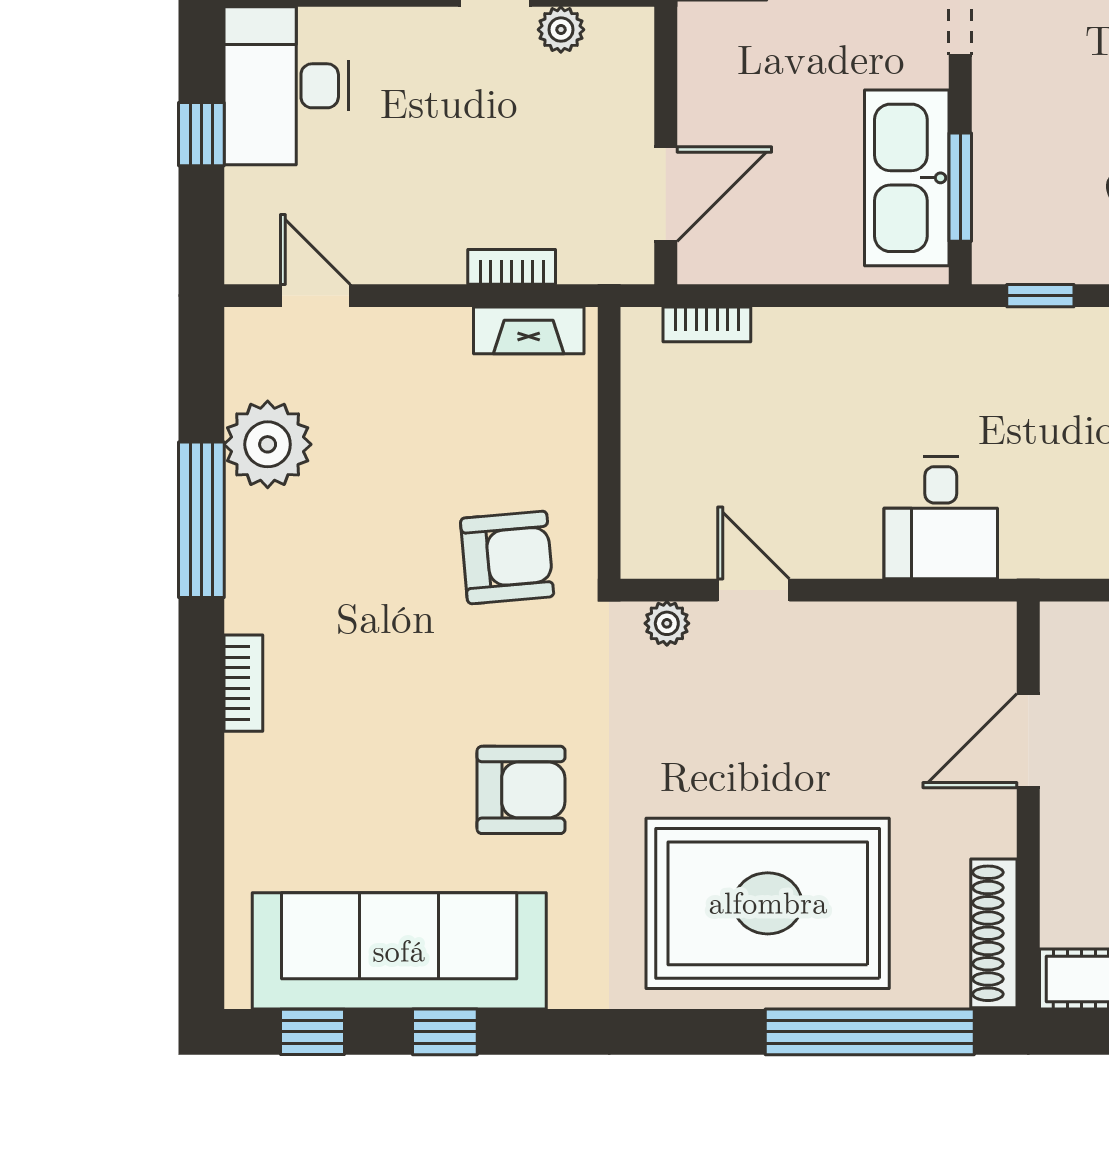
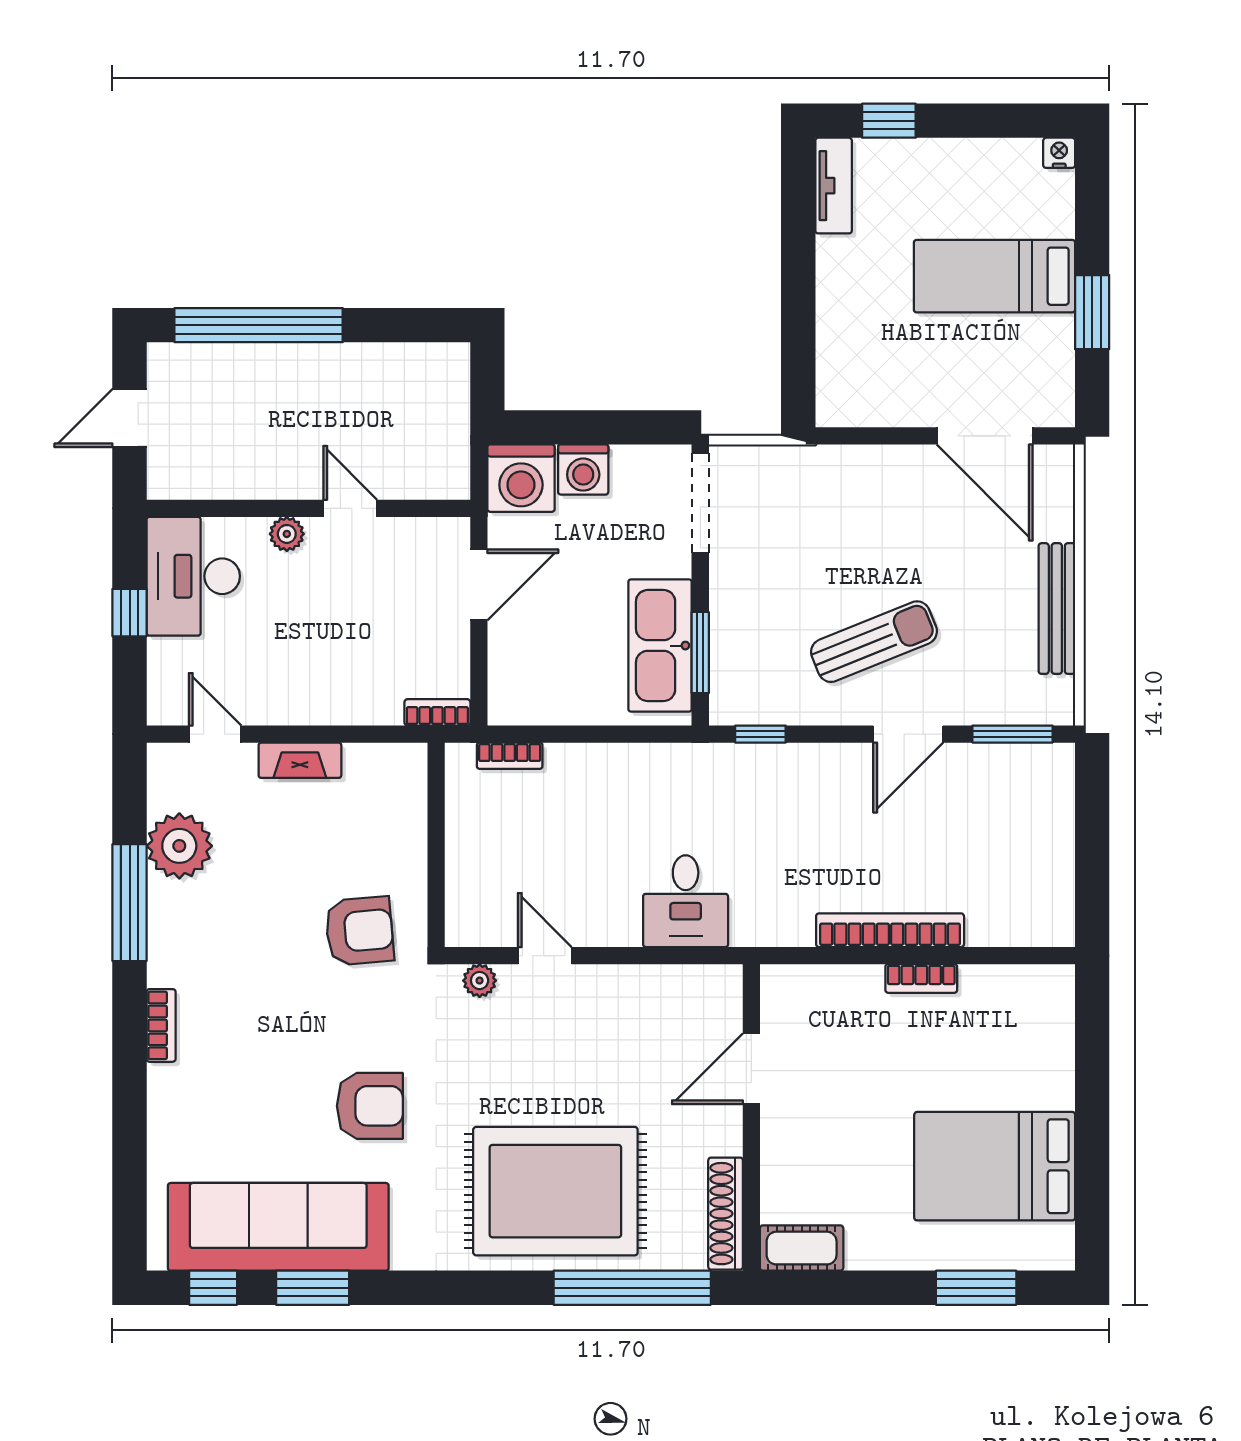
plant: (561, 30) -> (287, 534), moved
door: (666, 194) -> (479, 585), moved
bookcase: (512, 267) -> (437, 712), moved
fireplace: (529, 330) -> (300, 760), moved
window: (445, 1032) -> (313, 1288), width x1.50

